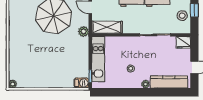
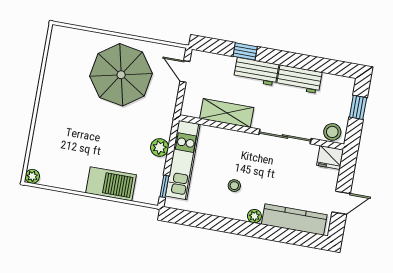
stool: (182, 16) -> (332, 132), moved
shelving: (107, 27) -> (227, 113), moved
plant: (83, 32) -> (160, 148), moved
barbecue: (81, 83) -> (111, 184), moved, width x1.88, depth x1.53

